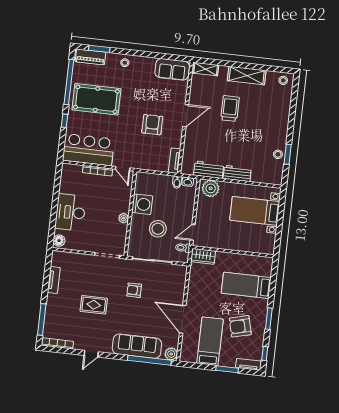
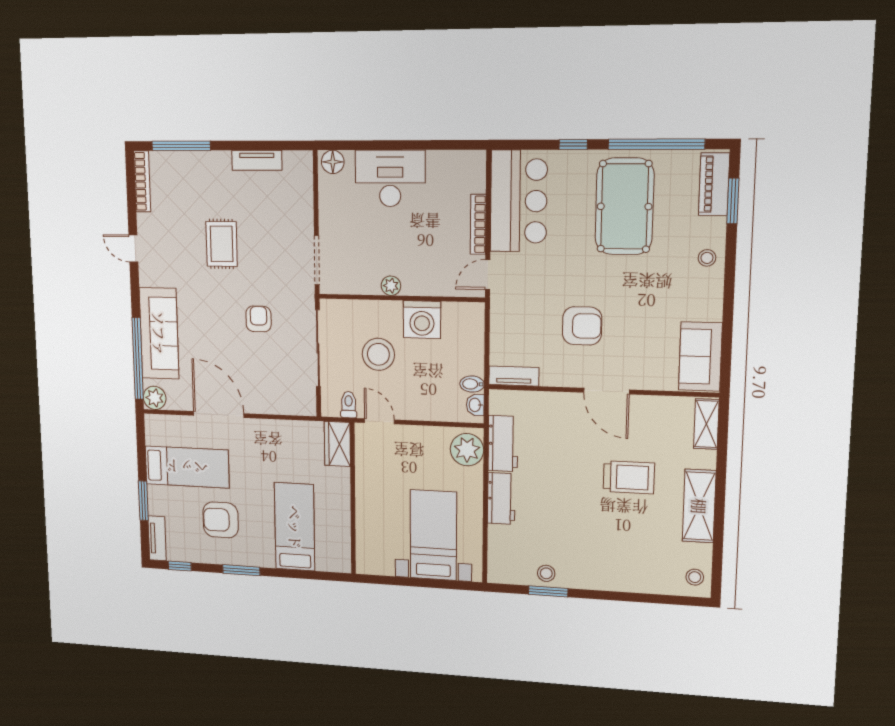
door: (183, 319) -> (219, 414), hinge flipped
armchair: (240, 326) -> (221, 520), turned -76

